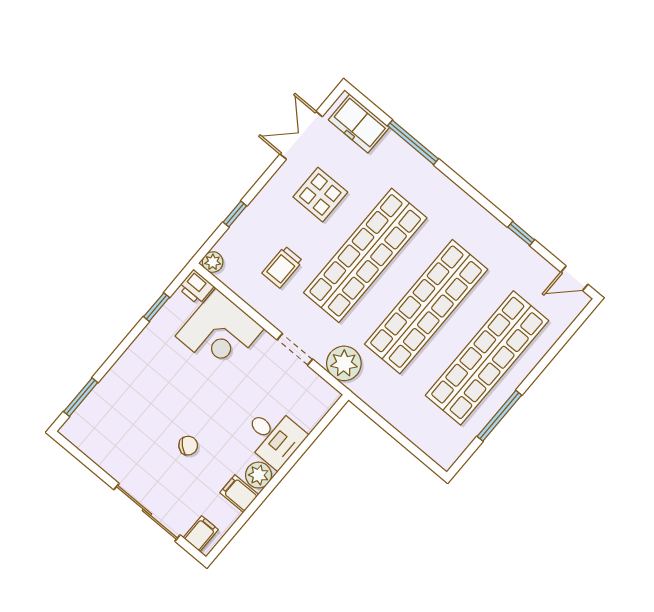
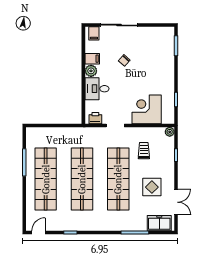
printer: (196, 287) -> (95, 118), moved
plant: (344, 363) -> (94, 135), removed

